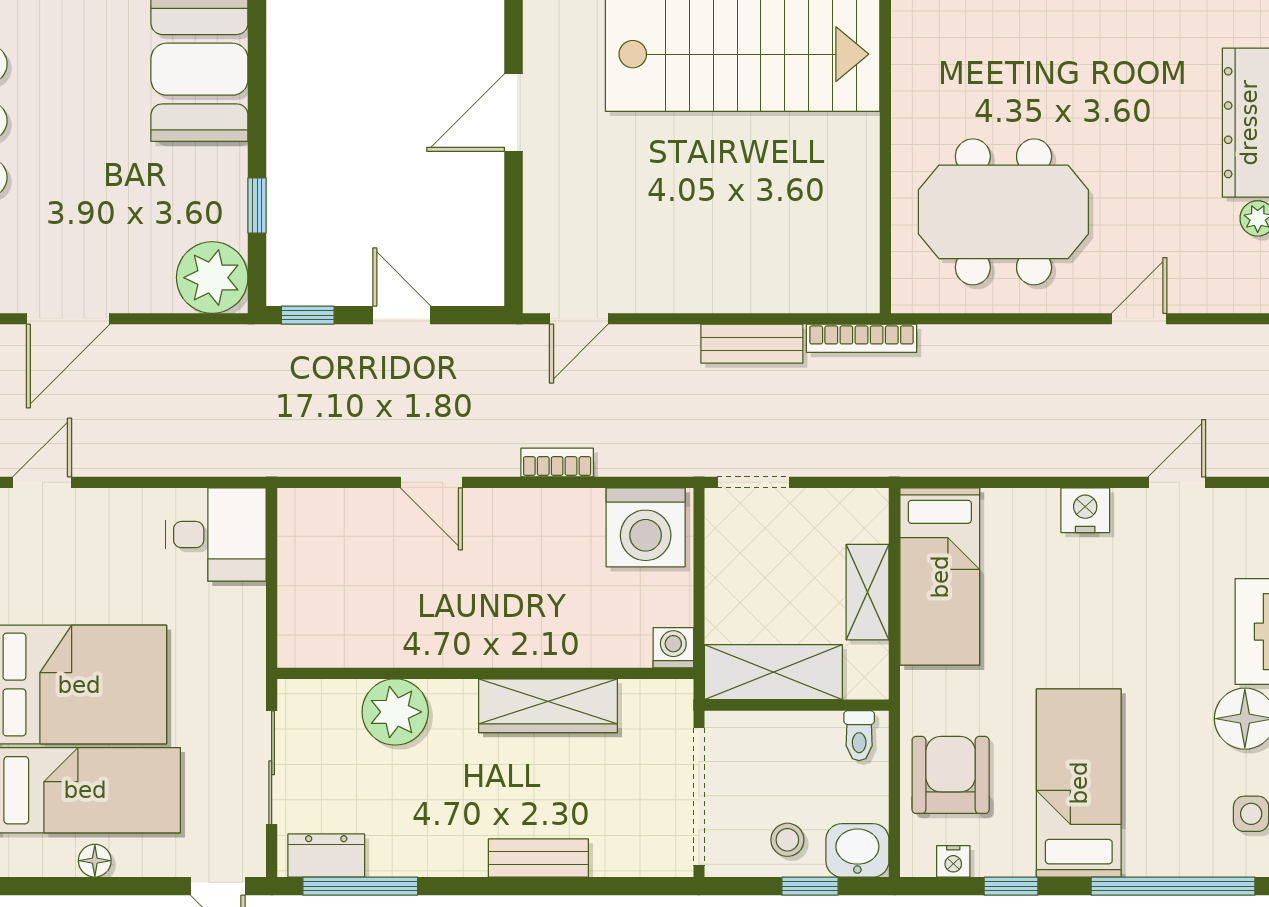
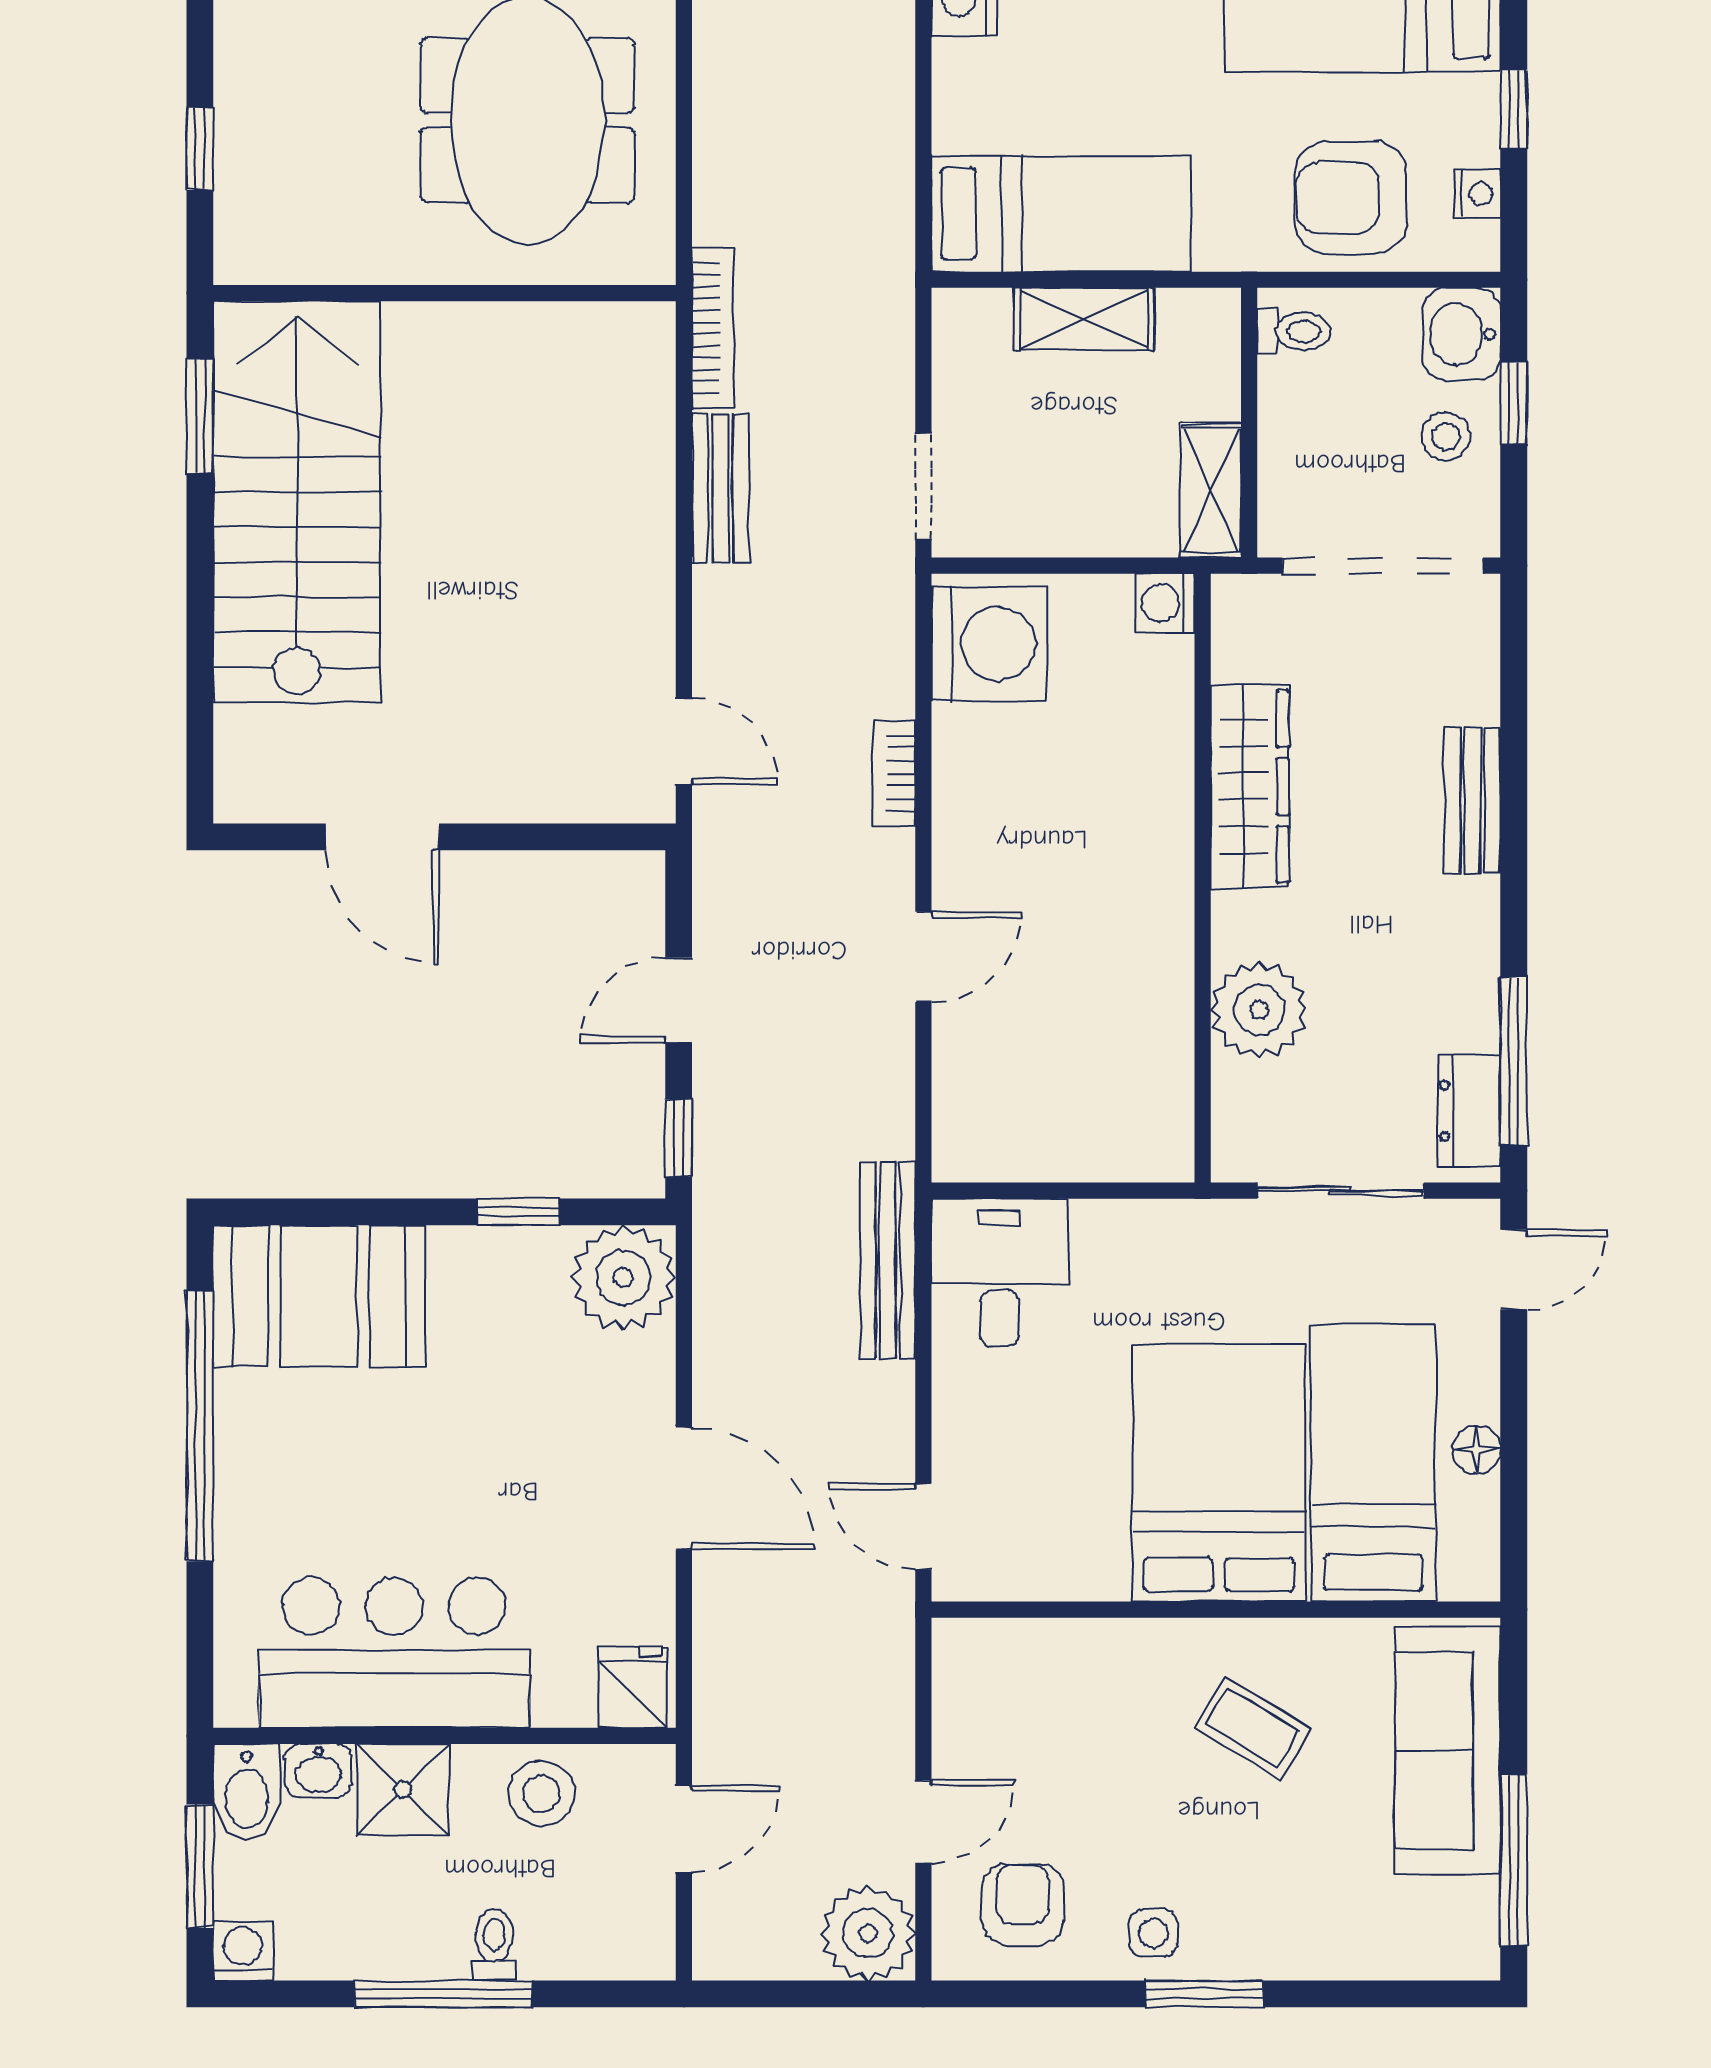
bench: (224, 458) -> (888, 1260), added
shelving: (773, 672) -> (1211, 490), width x0.67, depth x0.75

